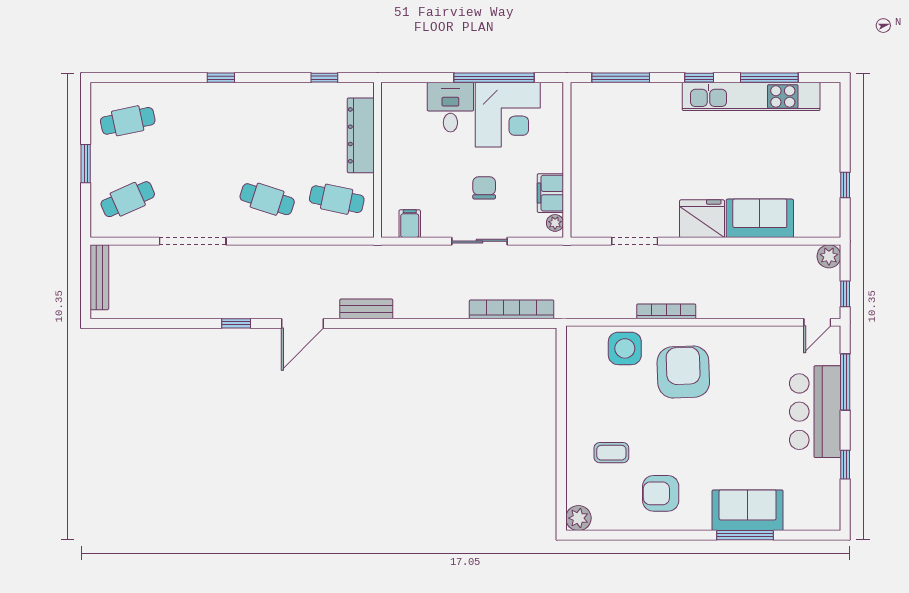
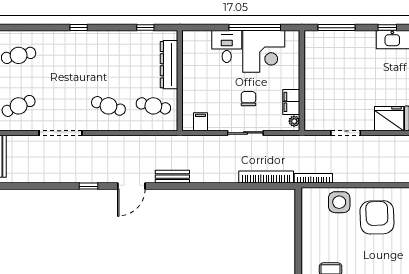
bookcase: (666, 311) -> (313, 178), moved

